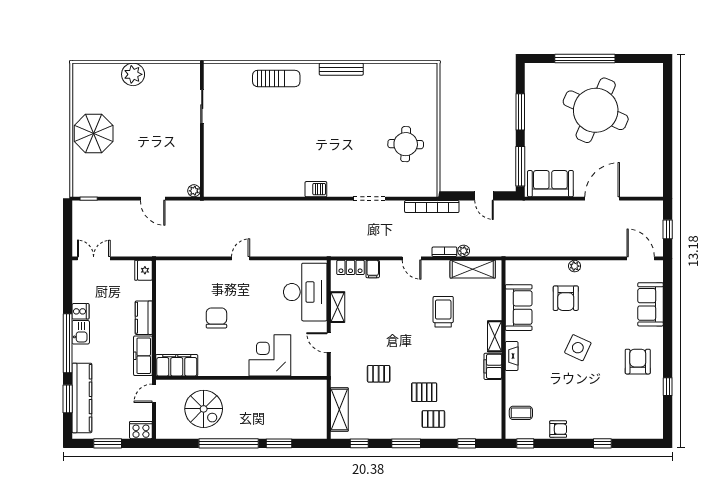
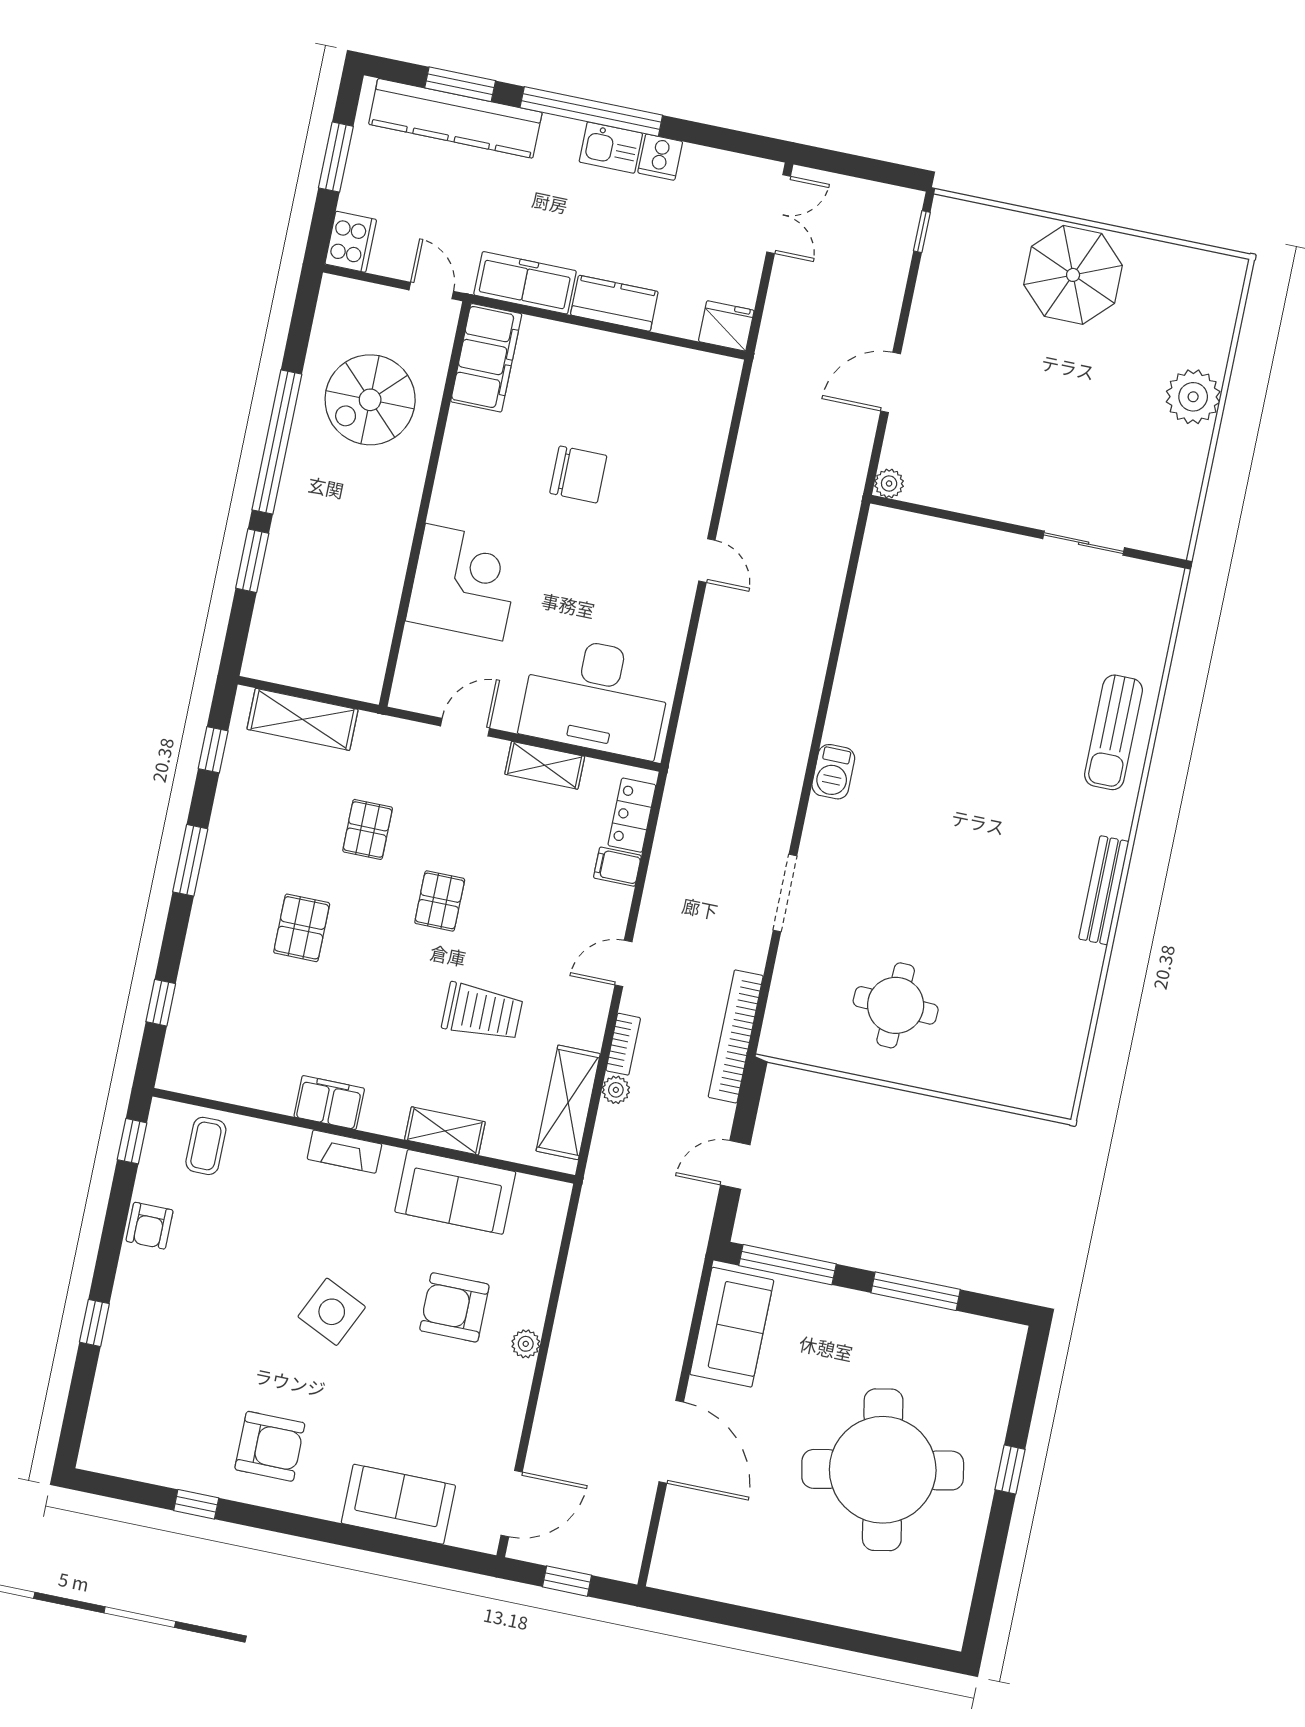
window: (585, 59) -> (1010, 1470), width x0.32
round table: (596, 110) -> (883, 1470), turned -35
shelving: (495, 336) -> (445, 1131), moved
pallet: (433, 419) -> (440, 901), moved

